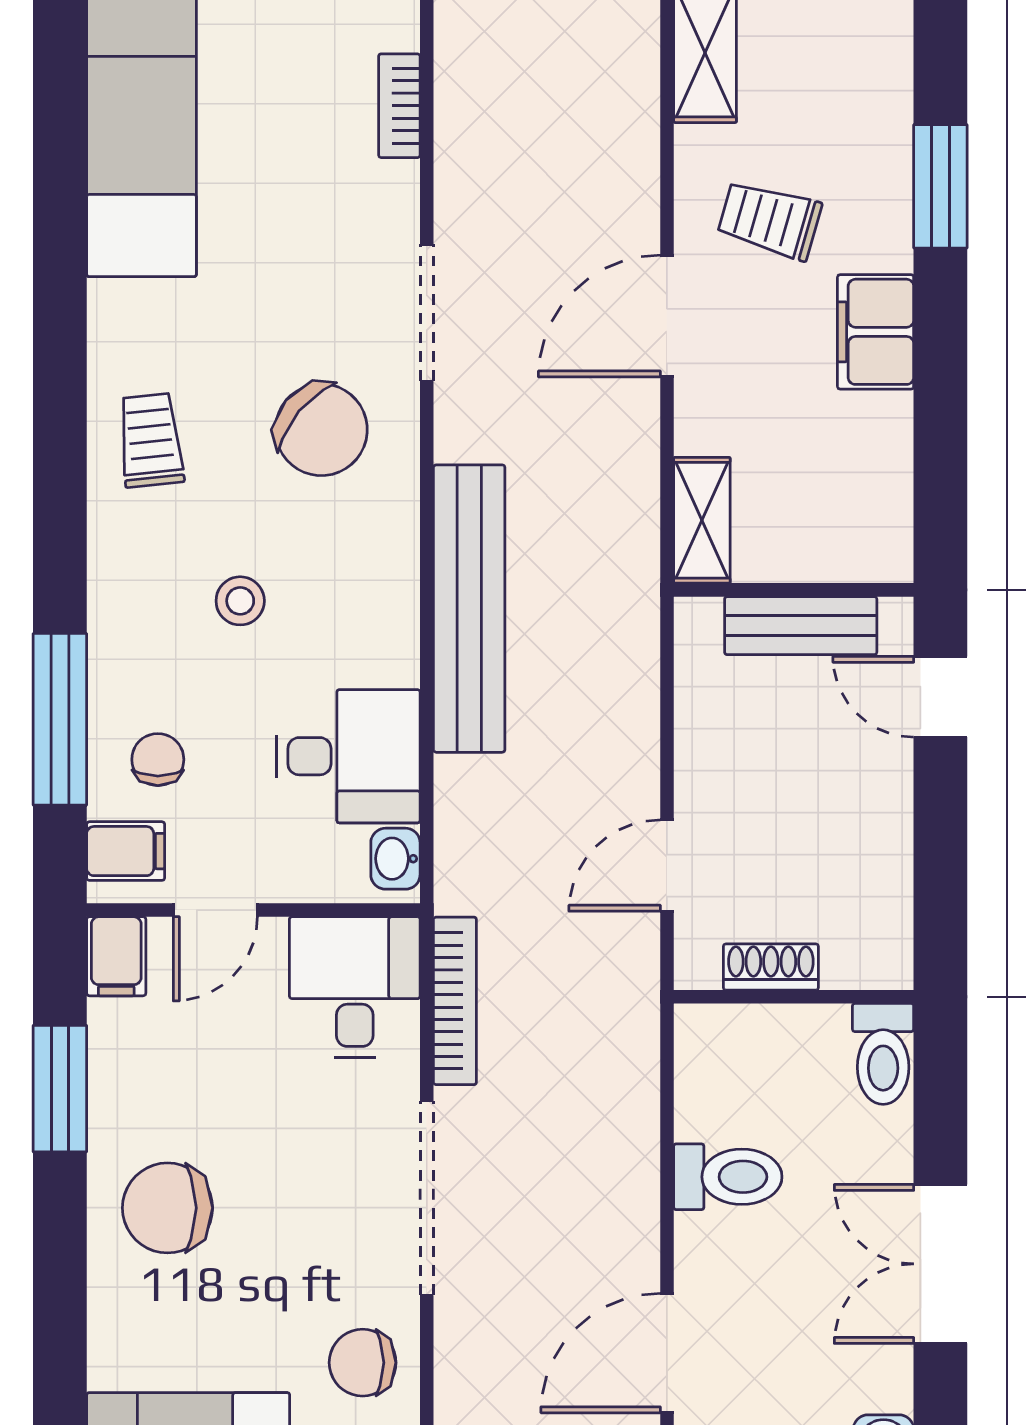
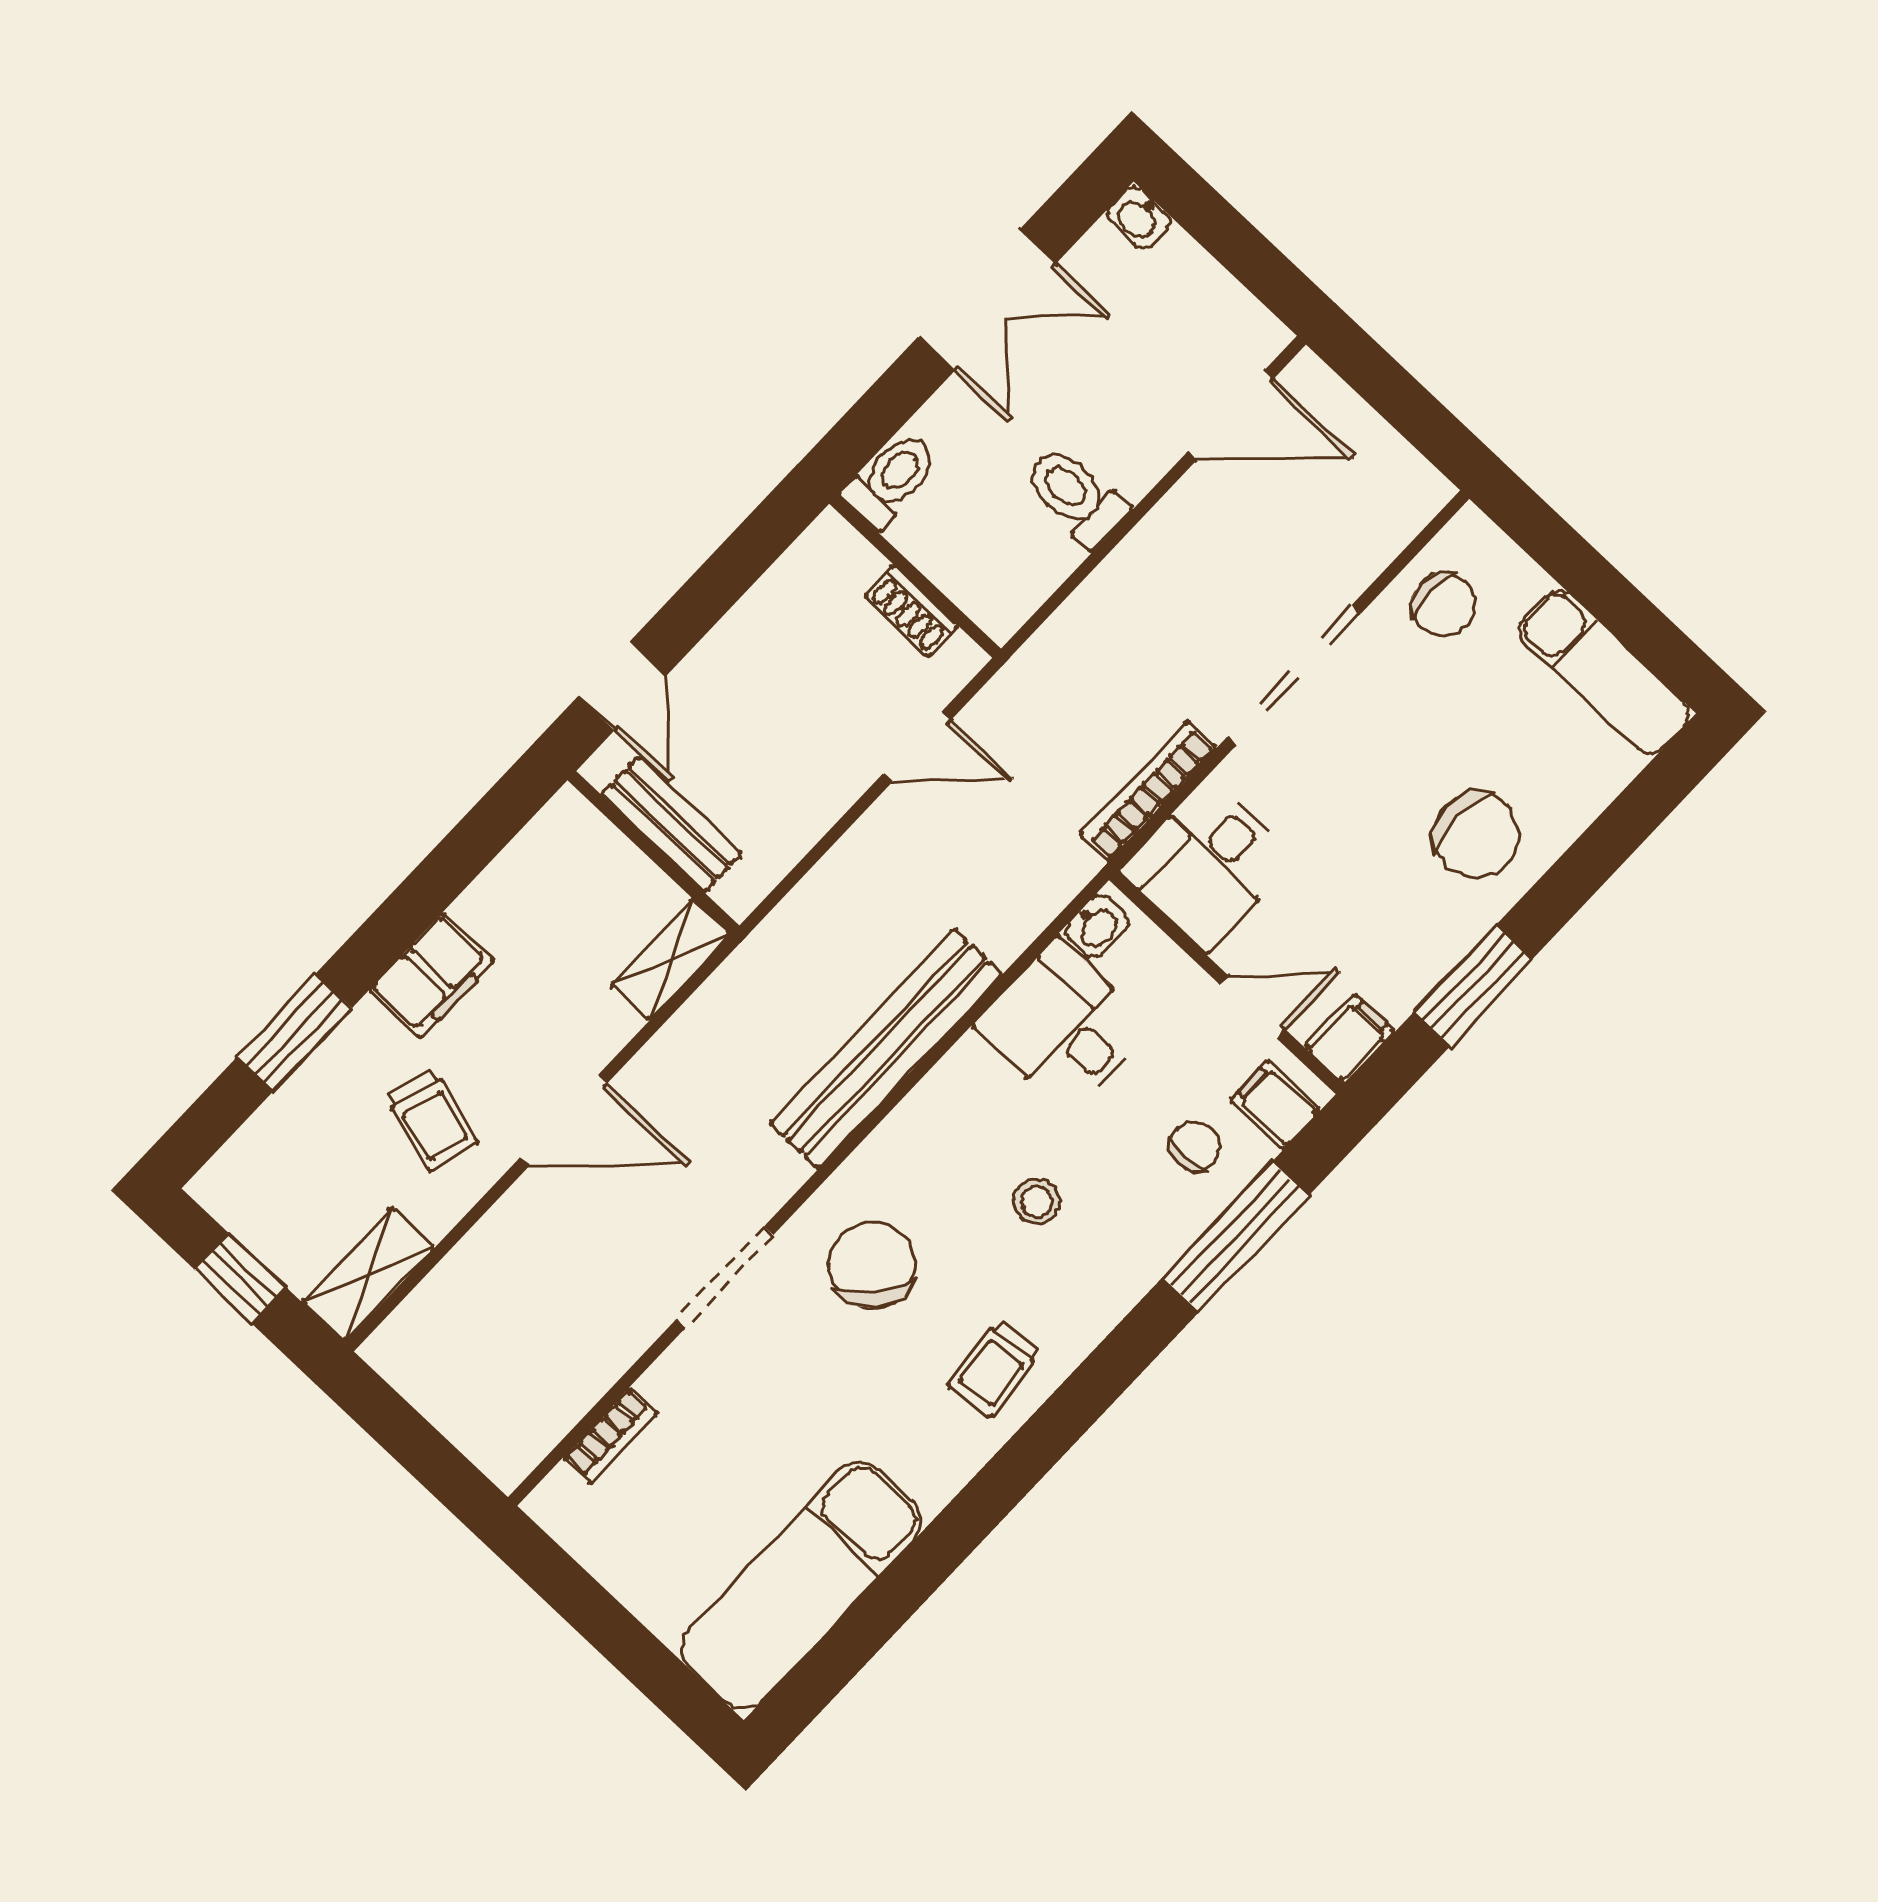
chair: (158, 760) -> (1195, 1146), turned 180

